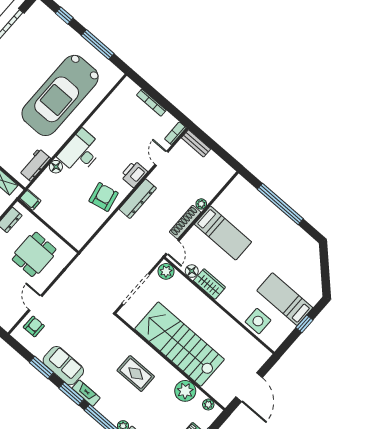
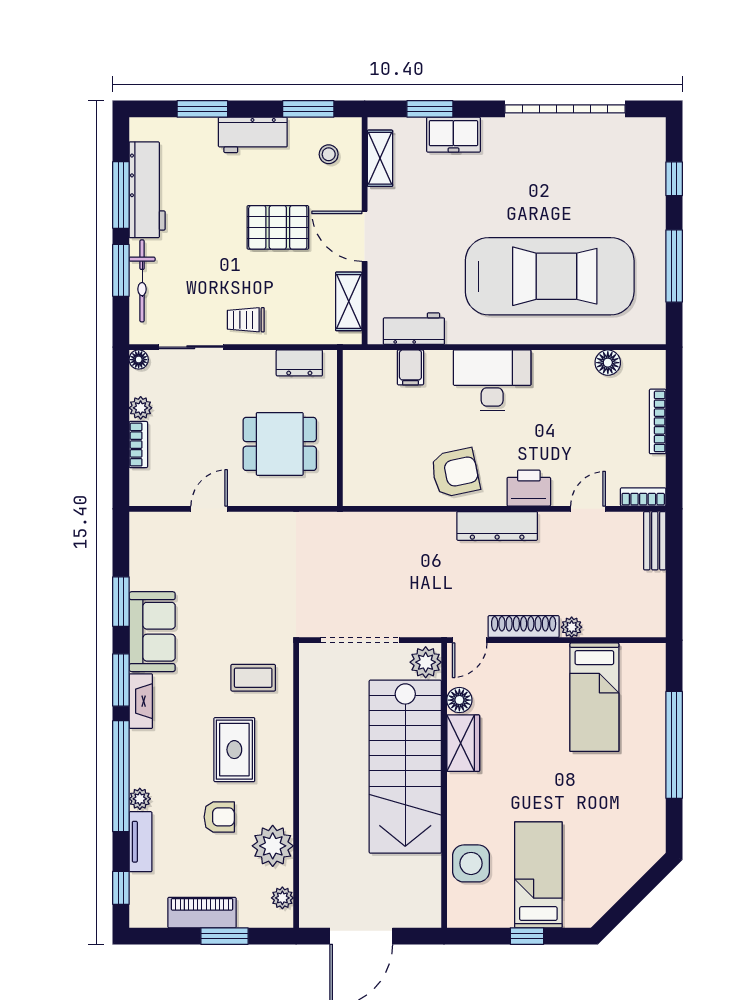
car: (60, 95) -> (550, 276), turned 180
floor lamp: (56, 167) -> (608, 363), moved
filing cabinet: (30, 200) -> (410, 367), moved
bed: (223, 233) -> (594, 697), moved
armchair: (34, 326) -> (219, 817), moved
coffee table: (115, 342) -> (253, 678), added
stairs: (179, 344) -> (405, 767), moved, turned 180

